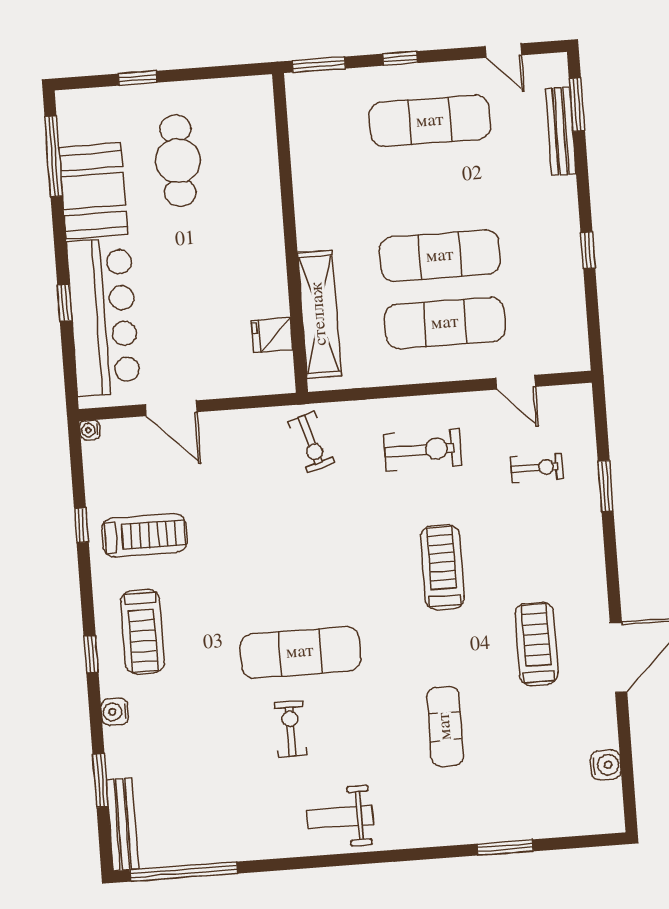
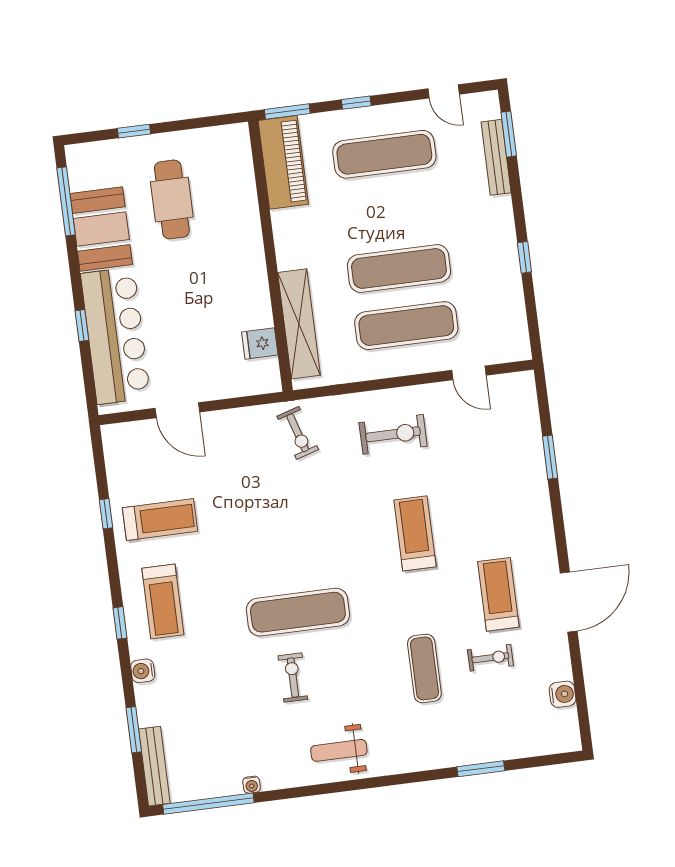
piano: (311, 124) -> (283, 162), added
water cooler: (90, 430) -> (252, 785), moved, turned -90
exercise bike: (537, 468) -> (490, 658), moved

